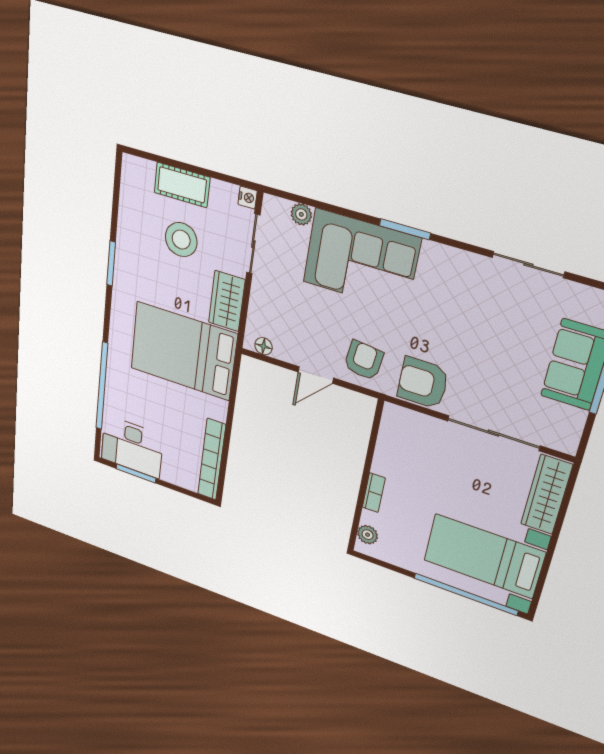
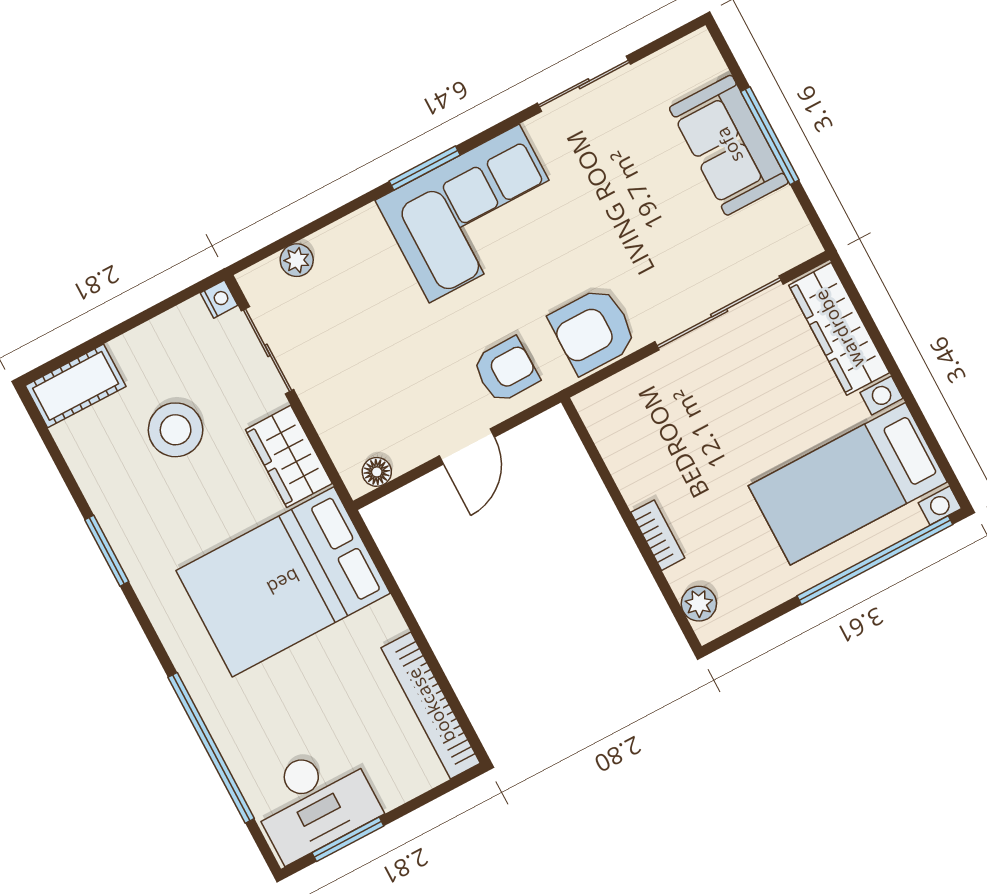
cot: (182, 185) -> (76, 386), moved
corner sofa: (361, 260) -> (474, 213), moved
armchair: (364, 360) -> (506, 370), turned 82

